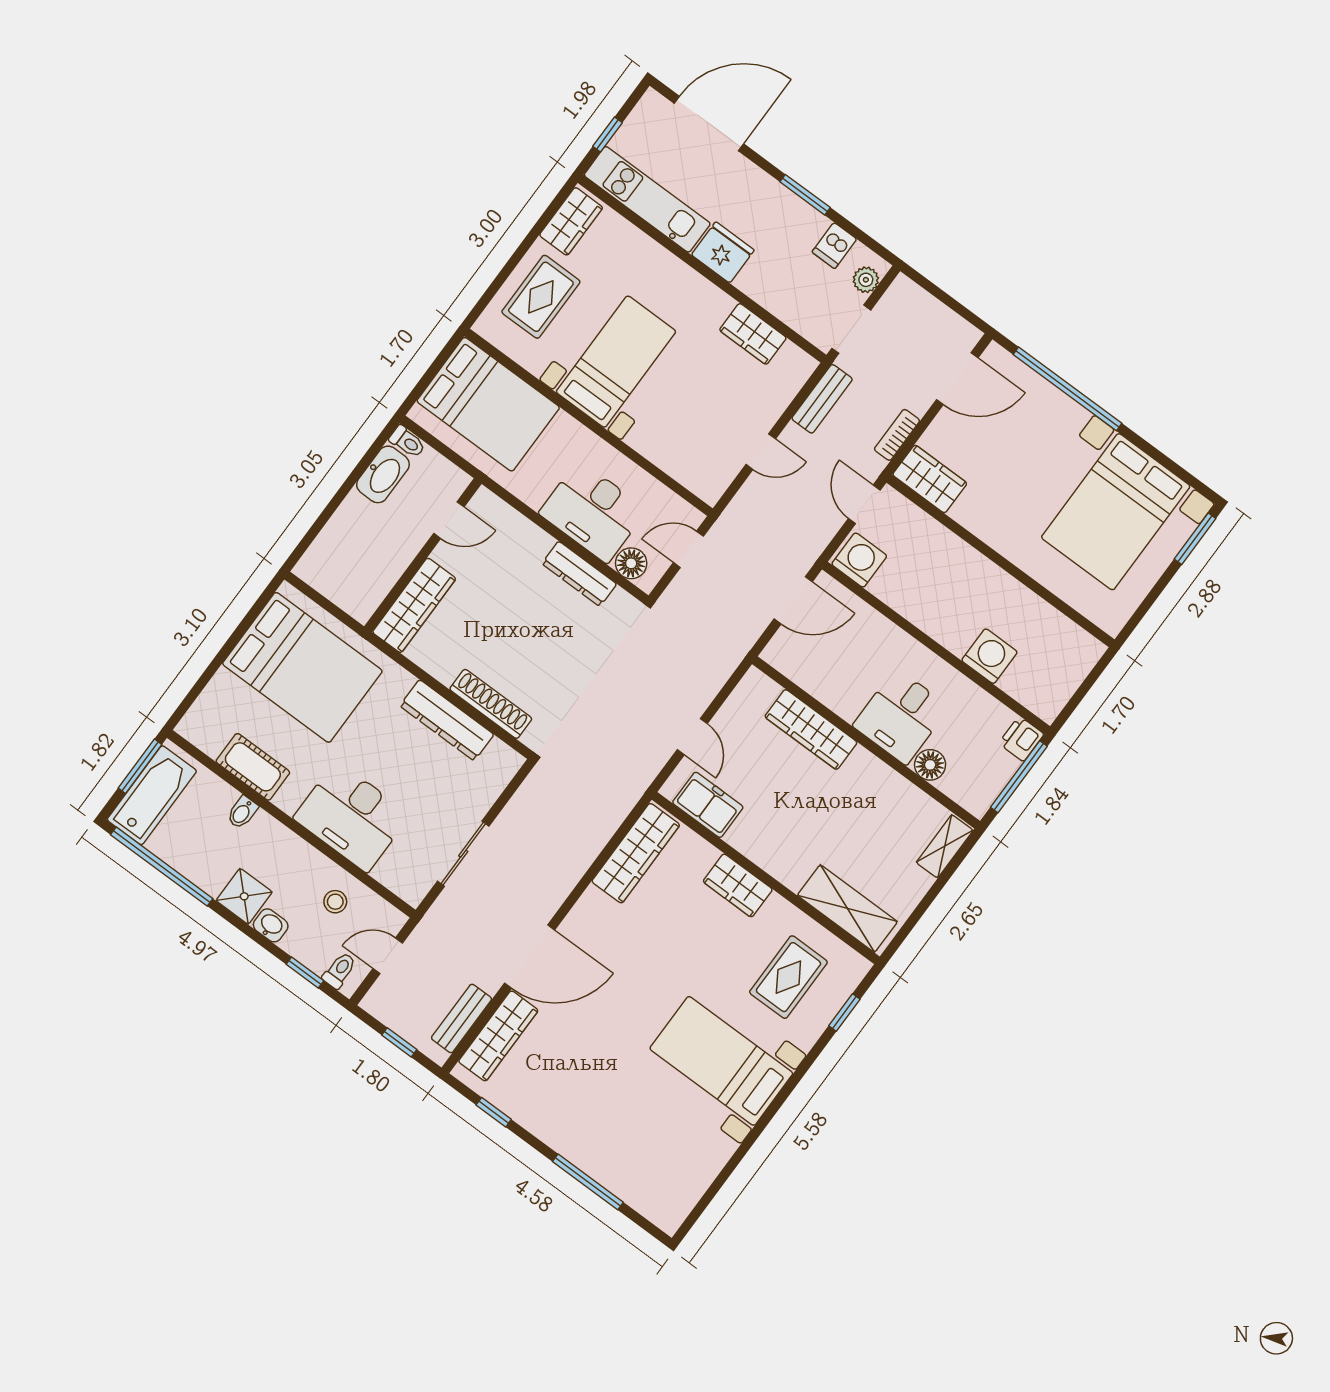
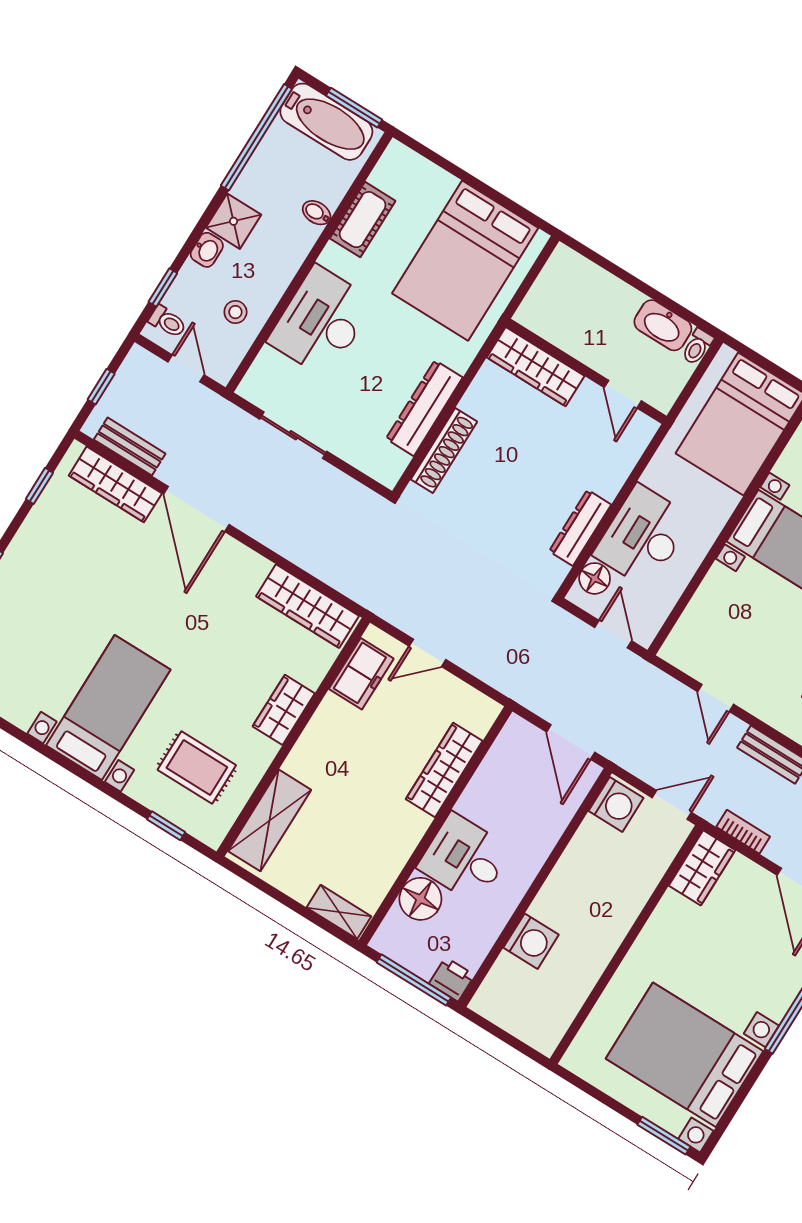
floor lamp: (930, 765) -> (420, 899), width x1.38, depth x1.38

